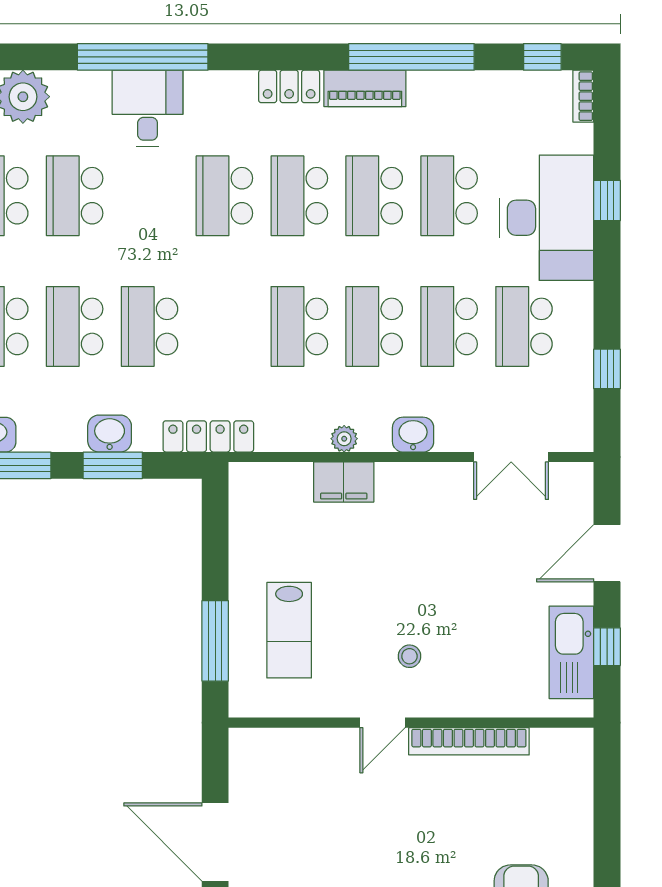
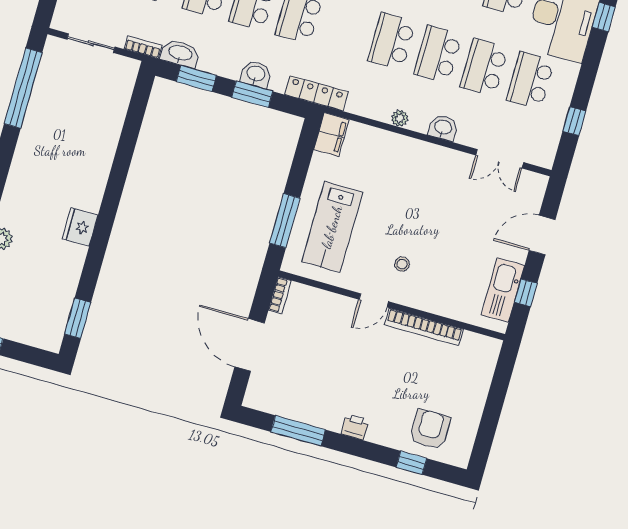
filing cabinet: (344, 482) -> (331, 135), moved, turned -90
lab bench: (289, 630) -> (332, 227), width x1.36, depth x1.39
bookcase: (239, 755) -> (280, 295), added

